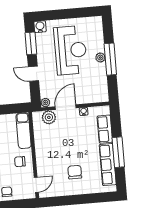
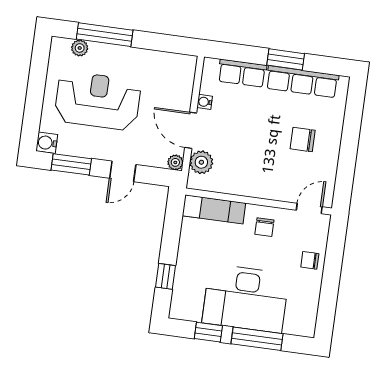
plant: (100, 58) -> (80, 48), moved
window: (110, 59) -> (105, 35), moved
window: (118, 152) -> (286, 59), width x0.69
door: (36, 185) -> (309, 208), hinge flipped

